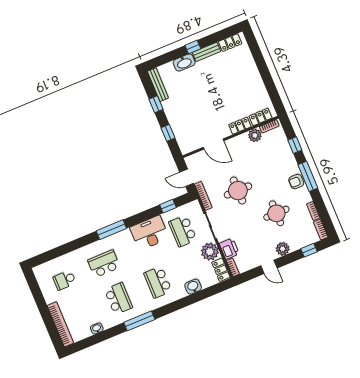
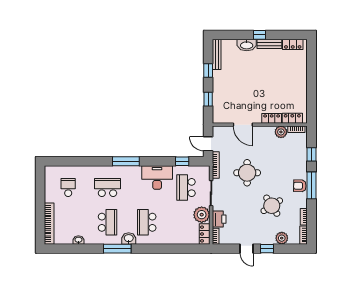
round table: (276, 213) -> (272, 206), turned -33
plant: (283, 249) -> (282, 238), moved
window: (309, 250) -> (267, 249), moved
school desk: (65, 280) -> (68, 188), turned 90
washbasin: (193, 287) -> (129, 238), moved

